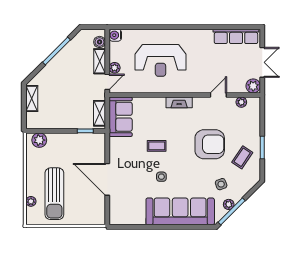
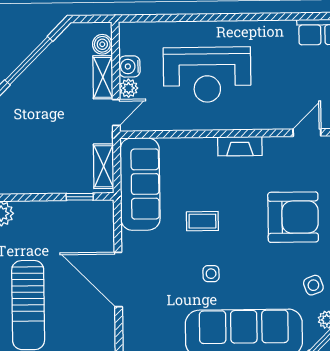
water cooler: (115, 35) -> (129, 66), moved
sofa: (121, 117) -> (140, 184), width x1.36

